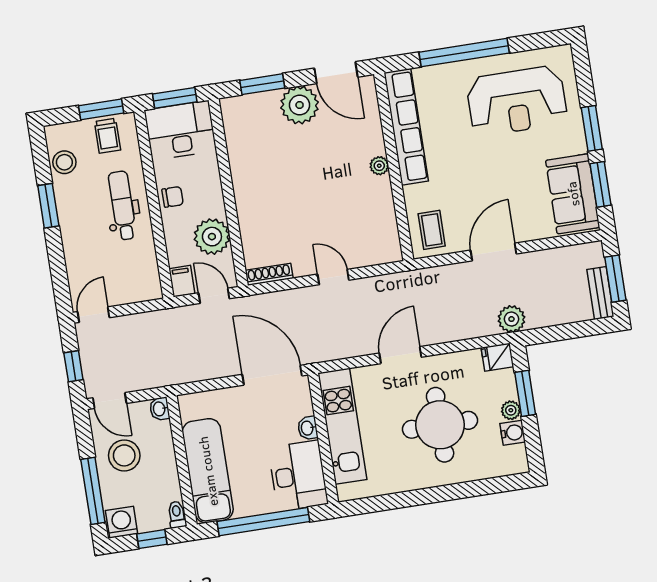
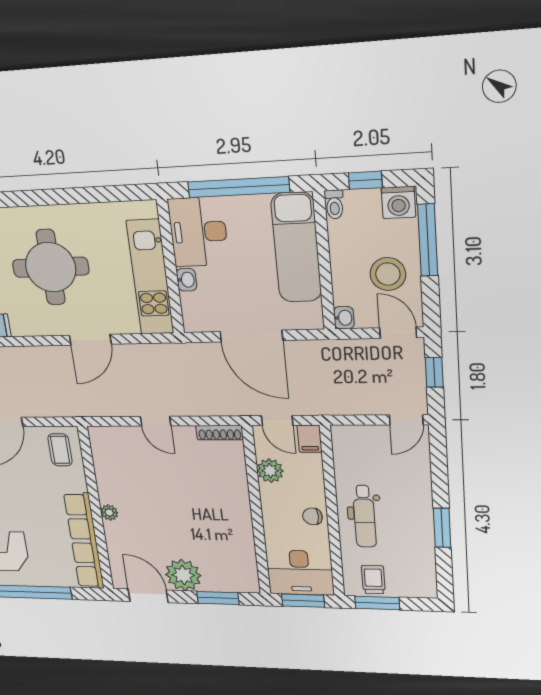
stool: (64, 162) -> (420, 564), removed
plant: (212, 237) -> (270, 471), width x0.73, depth x0.73
door: (272, 375) -> (251, 336), moved

